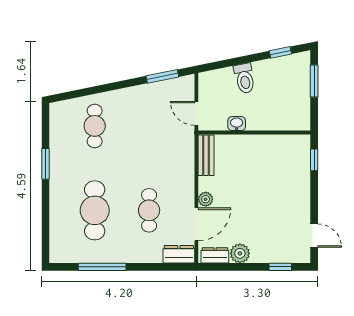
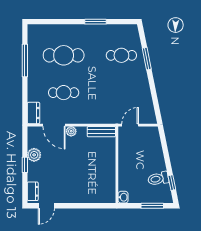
window: (162, 76) -> (147, 59), moved
toilet: (244, 78) -> (158, 179), moved
washbasin: (237, 124) -> (123, 197), moved
window: (314, 160) -> (98, 206), removed
dresser: (215, 255) -> (33, 191), moved
window: (280, 267) -> (25, 165), moved

